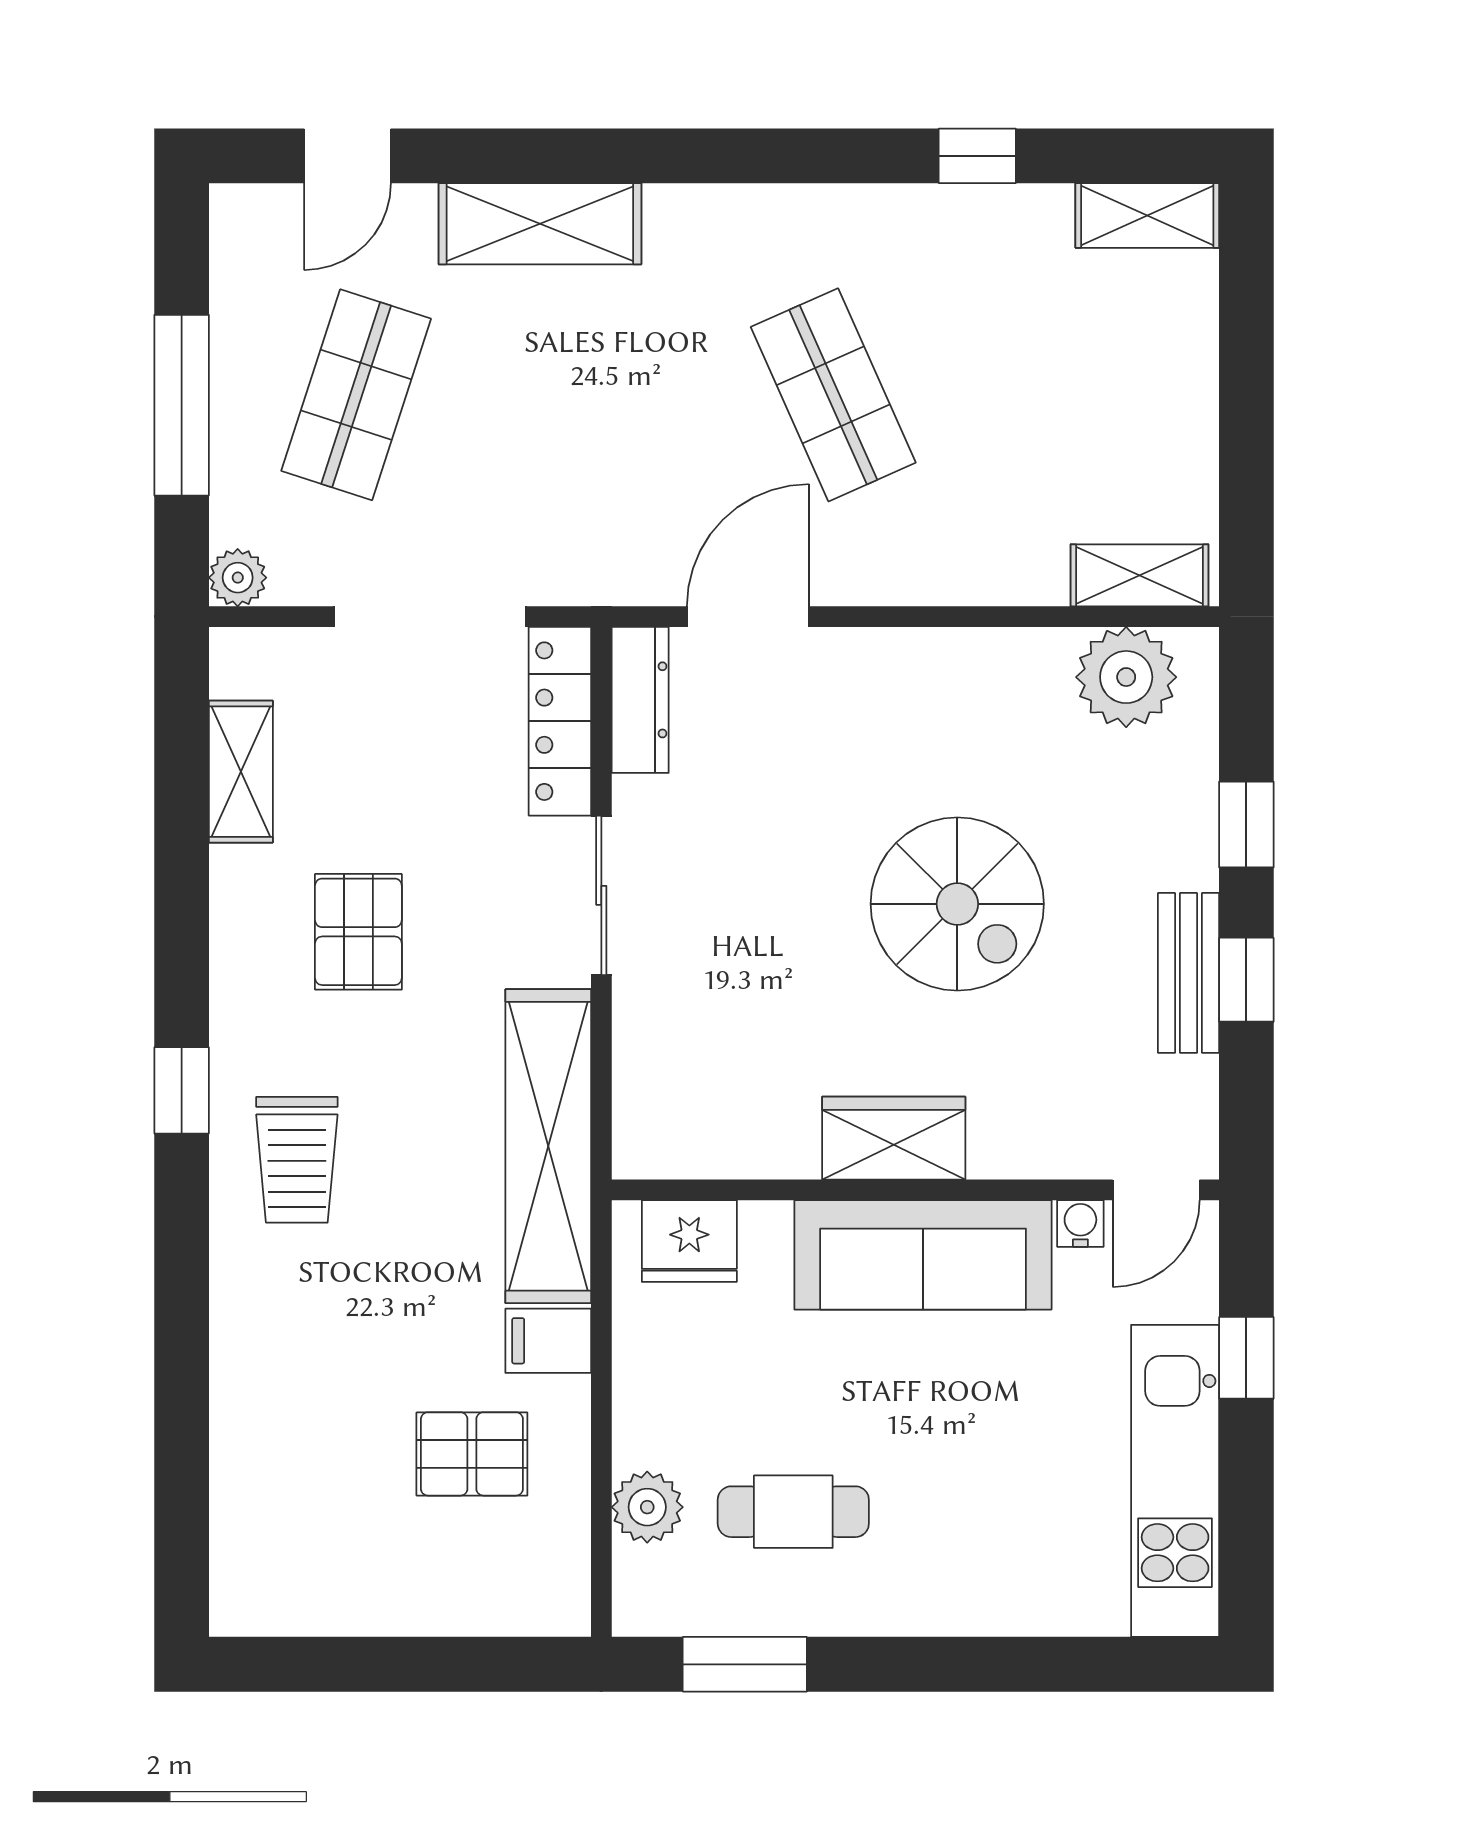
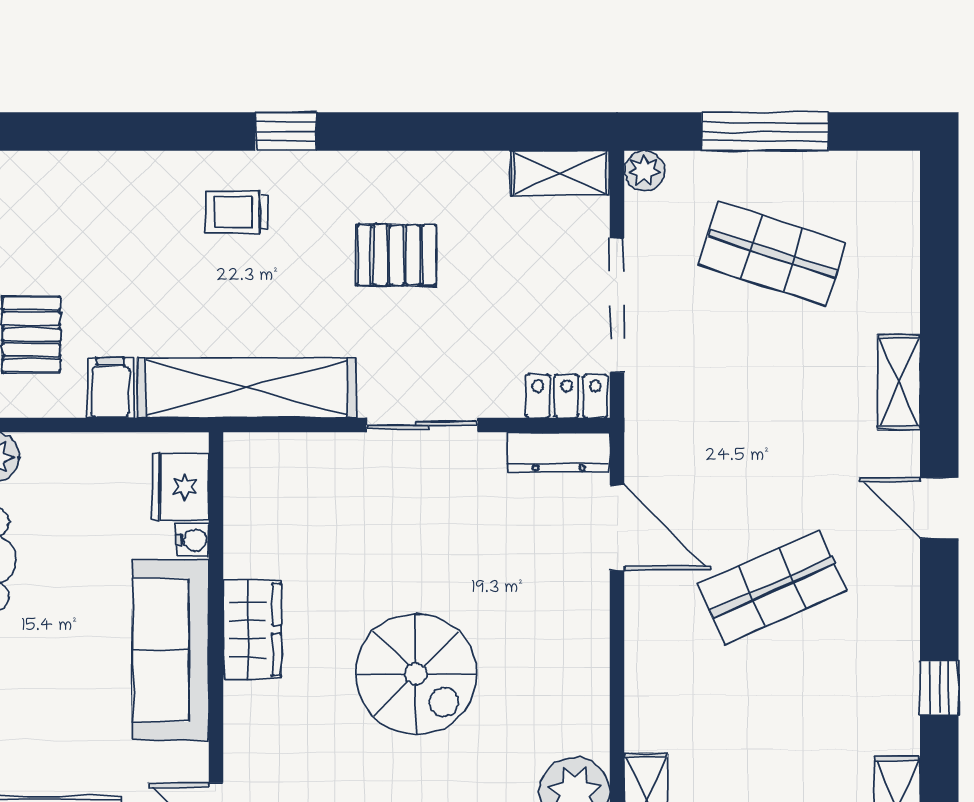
door: (348, 156) -> (939, 508), moved
shelving: (540, 224) -> (899, 382), width x0.67, depth x0.75
locker: (560, 721) -> (567, 396), width x0.66
shelving: (241, 772) -> (560, 173), moved
spiral stairs: (957, 904) -> (416, 674), turned -90
trolley: (297, 1160) -> (237, 212), width x0.73, depth x0.72
water cooler: (1080, 1223) -> (193, 540), moved

